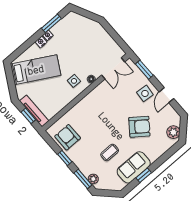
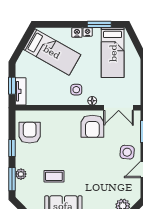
bed: (77, 35) -> (113, 53), added
tv unit: (34, 111) -> (21, 91), width x0.71
armchair: (139, 127) -> (92, 126), moved, turned 53
plant: (93, 179) -> (21, 174), moved

